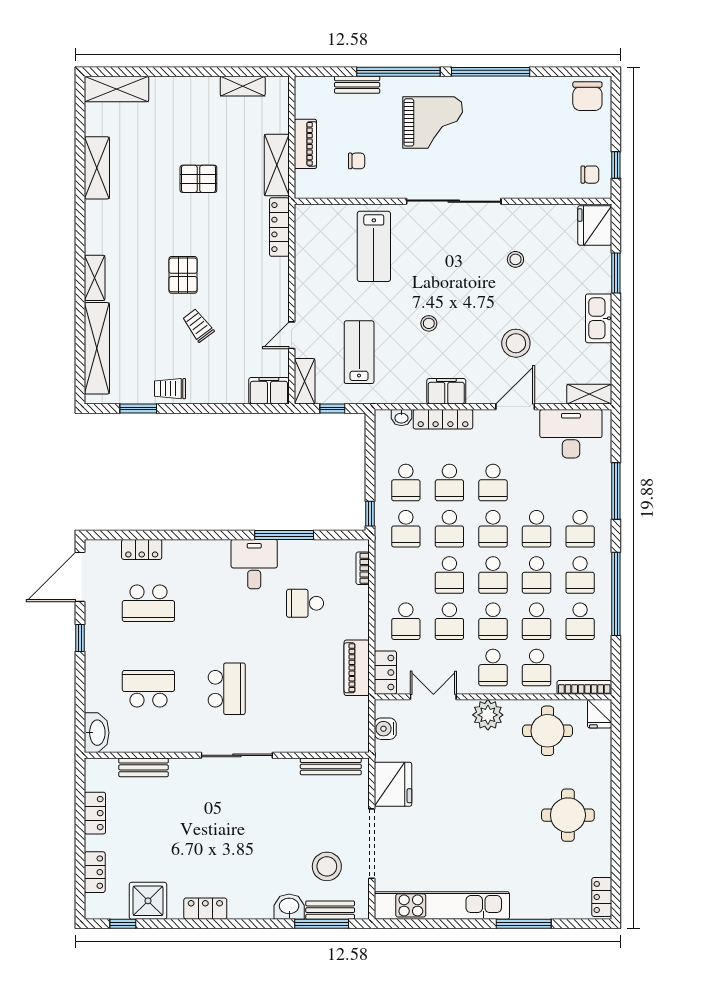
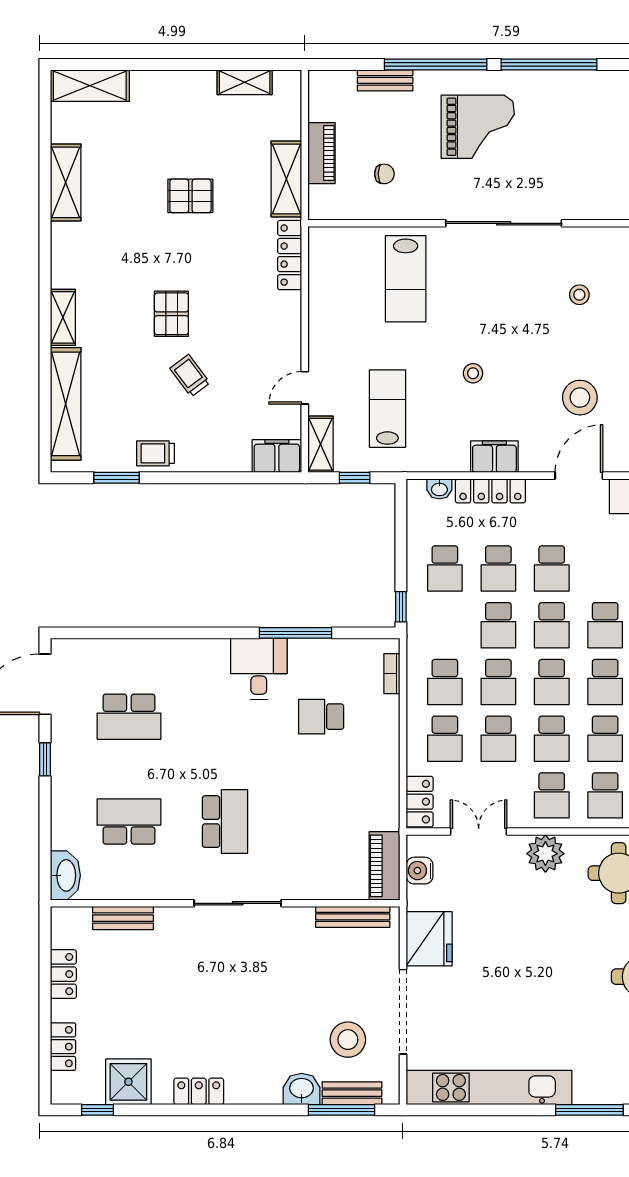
school desk: (406, 529) -> (445, 682), moved
locker: (142, 549) -> (121, 651), removed
piano: (357, 668) -> (385, 866), moved

